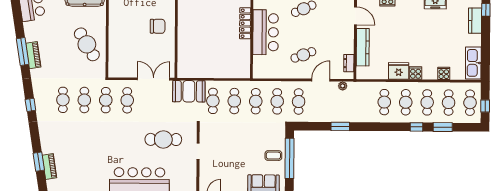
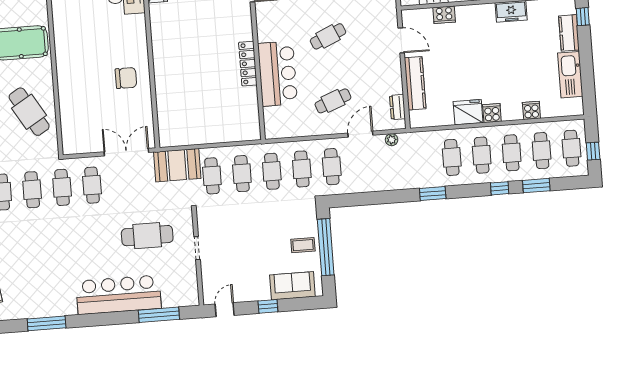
kitchen sink: (473, 63) -> (570, 75), moved
window: (340, 126) -> (433, 194), moved

